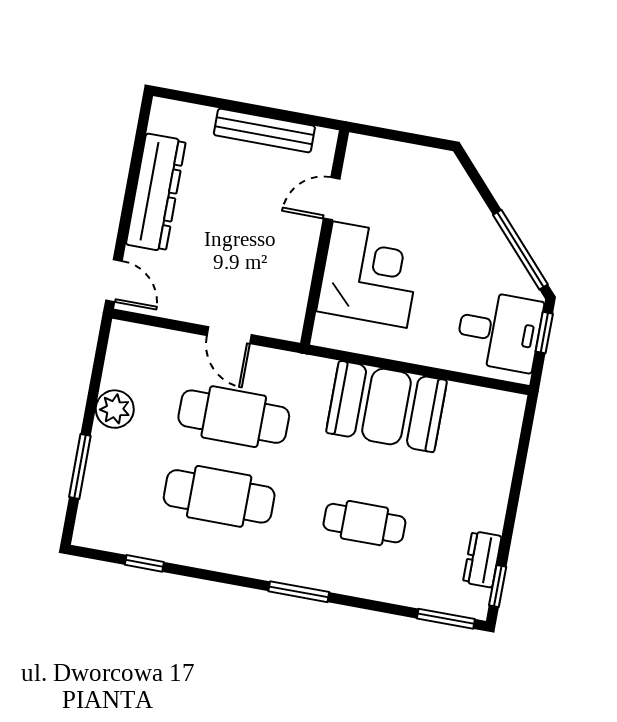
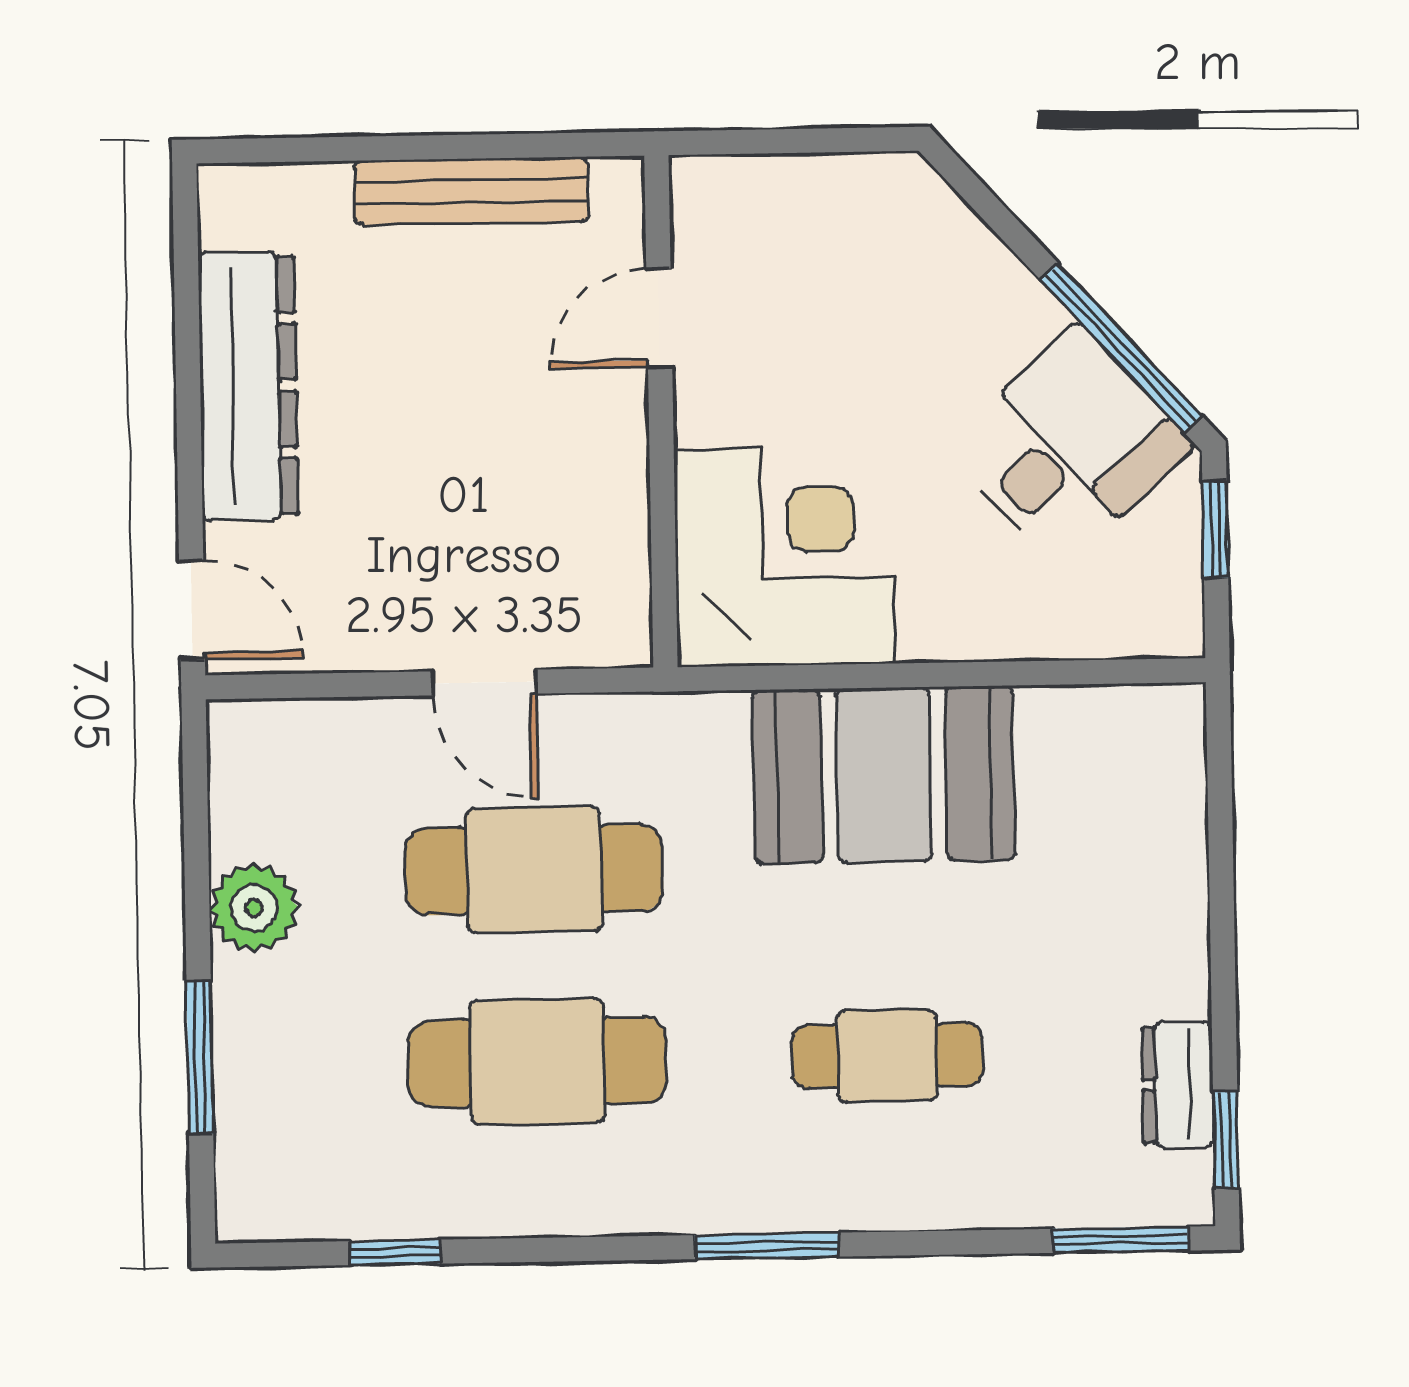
corner desk: (370, 275) -> (784, 556), moved
desk: (499, 331) -> (1069, 447), moved, turned -42

